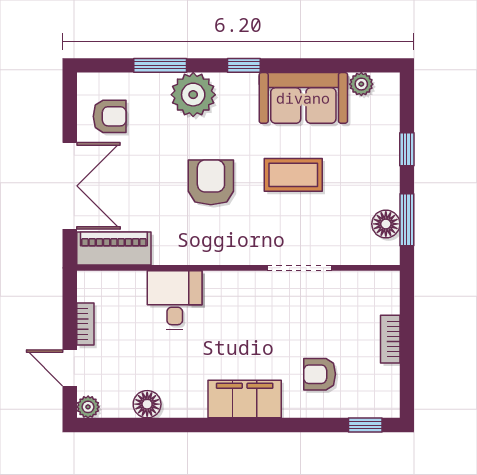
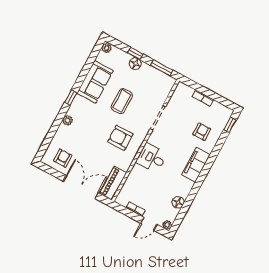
window: (160, 65) -> (54, 129), removed
plant: (361, 84) -> (107, 48), moved
plant: (193, 95) -> (68, 120), width x0.53, depth x0.53
armchair: (211, 182) -> (120, 138), moved
floor lamp: (386, 224) -> (135, 64), moved
desk: (175, 300) -> (152, 158), moved
armchair: (320, 374) -> (202, 132), turned 180

